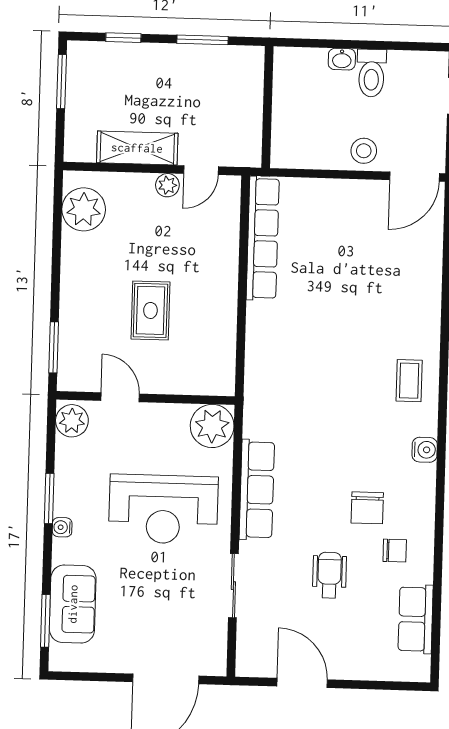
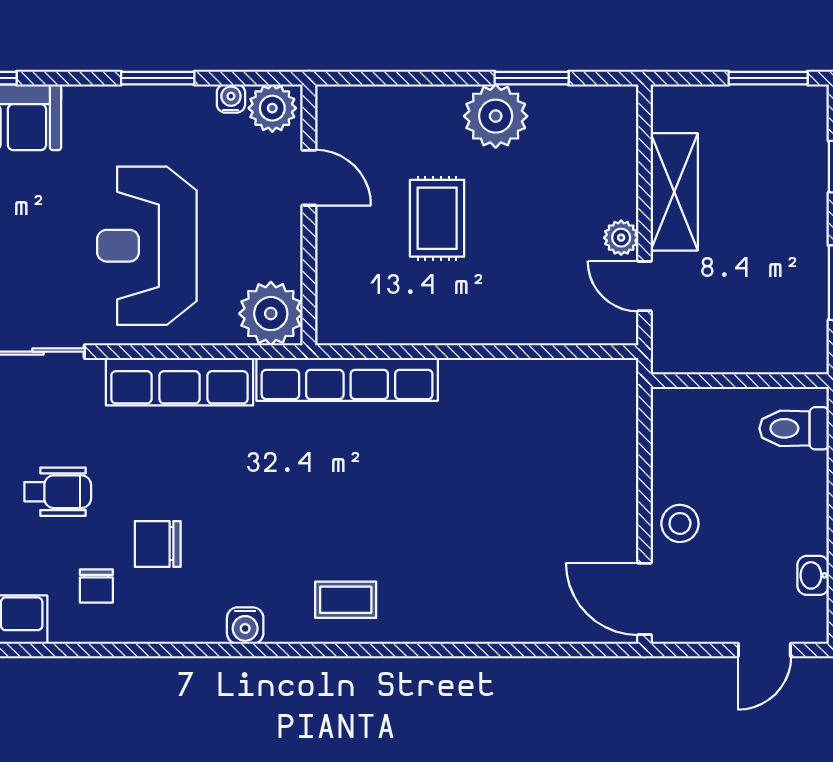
washbasin: (342, 59) -> (813, 575), moved
toilet: (371, 73) -> (794, 428), moved
plant: (84, 209) -> (496, 116), moved
row of seats: (263, 238) -> (347, 379), moved
rug: (150, 310) -> (437, 218), turned 90
window: (54, 347) -> (532, 78), moved
door: (120, 397) -> (309, 178), hinge flipped
water cooler: (62, 527) -> (231, 98), moved

